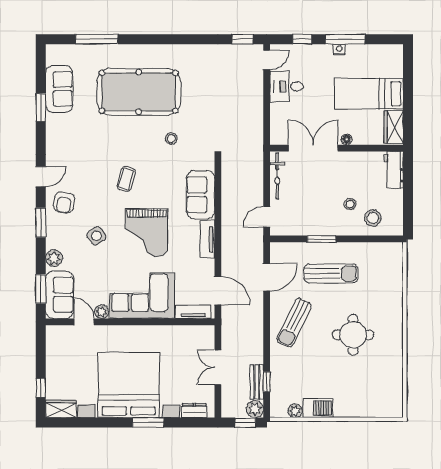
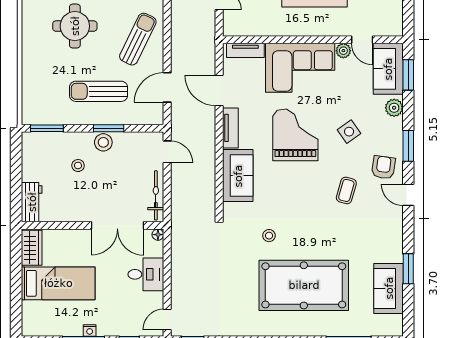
desk: (287, 86) -> (146, 274), moved
floor lamp: (347, 139) -> (158, 235), moved
door: (41, 177) -> (408, 195), hinge flipped
coffee table: (126, 179) -> (346, 190), moved
door: (267, 217) -> (167, 152), hinge flipped
stool: (373, 218) -> (103, 142), moved
window: (379, 239) -> (47, 128), added
door: (218, 291) -> (219, 91), moved

